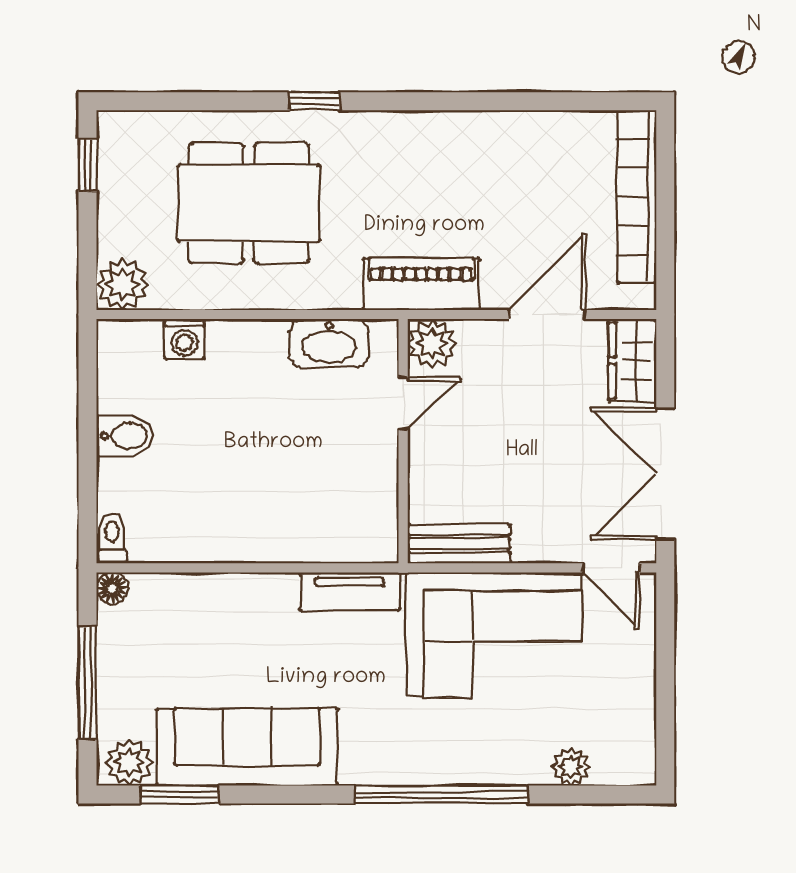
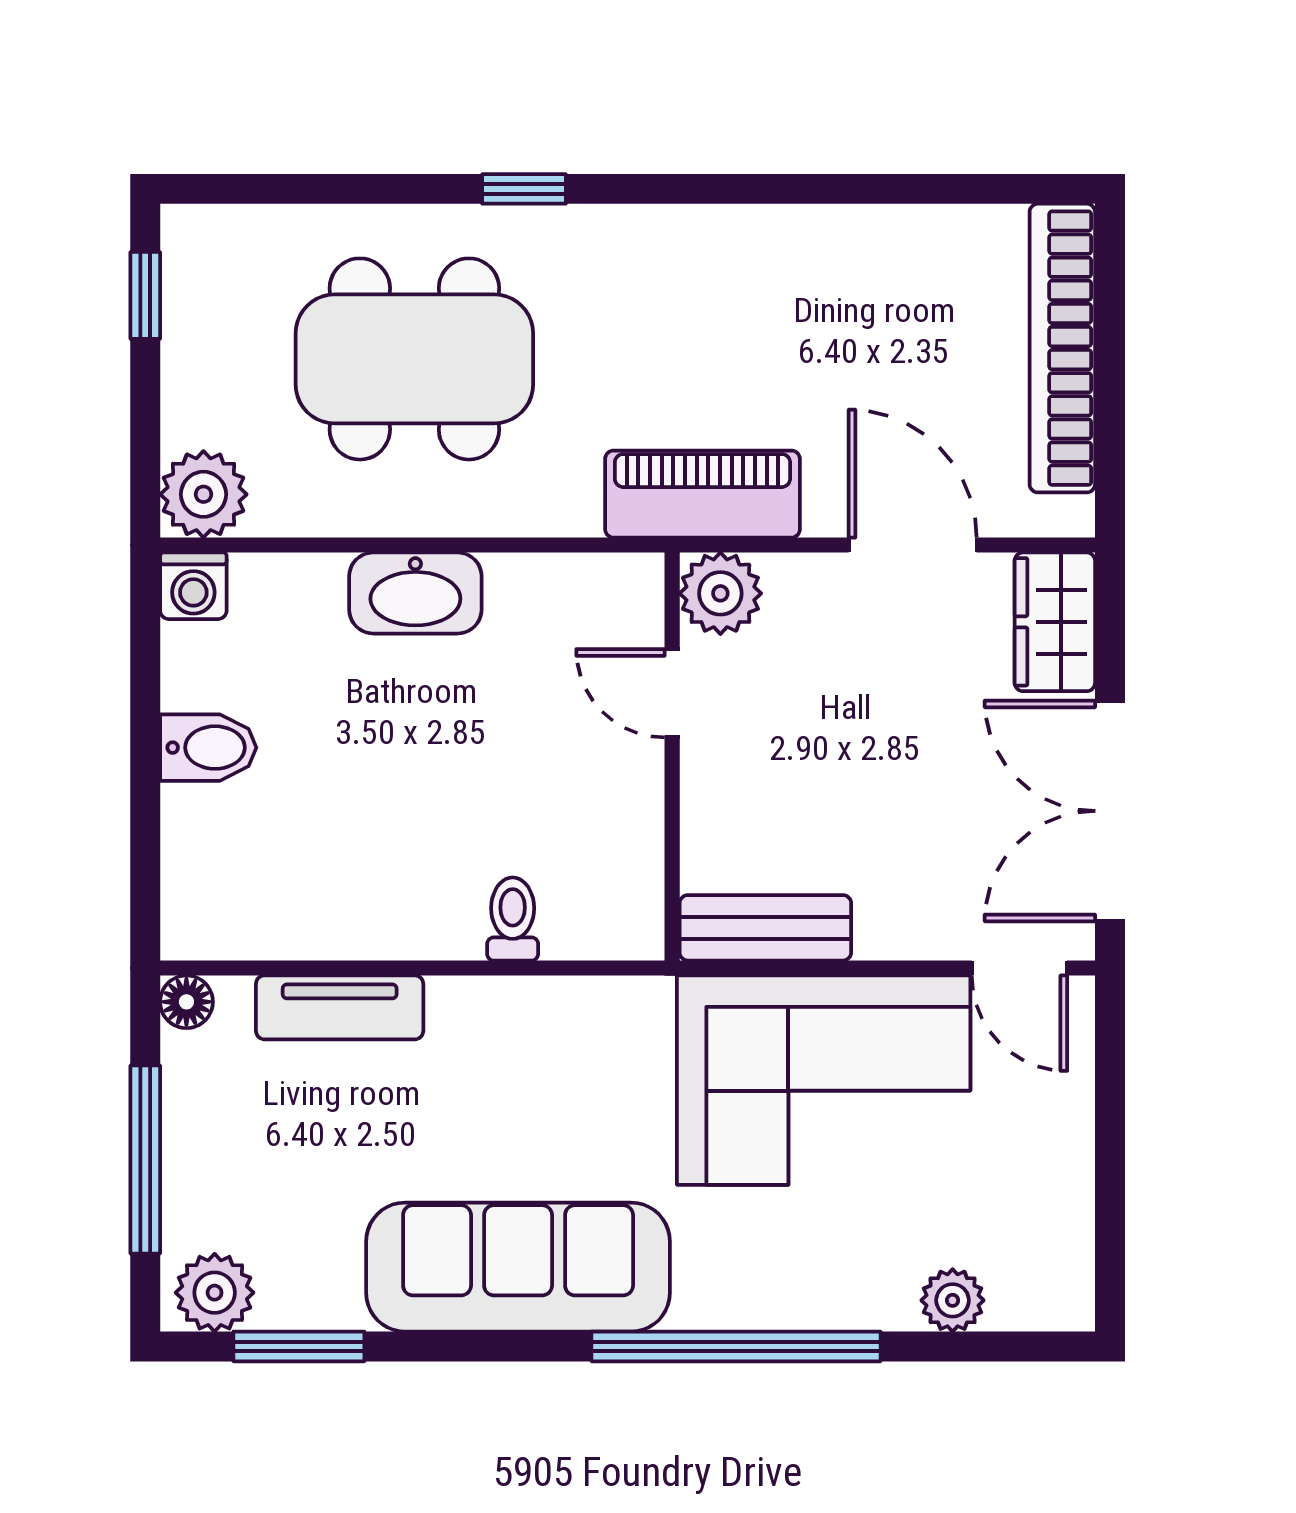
door: (547, 315) -> (913, 545), hinge flipped
washing machine: (185, 339) -> (193, 586), moved
washbasin: (329, 343) -> (415, 593), moved
door: (403, 403) -> (672, 693), swing flipped
toilet: (112, 538) -> (513, 919), moved
tv unit: (350, 591) -> (340, 1007), moved
sofa: (247, 747) -> (518, 1267), moved

